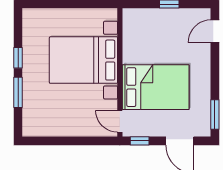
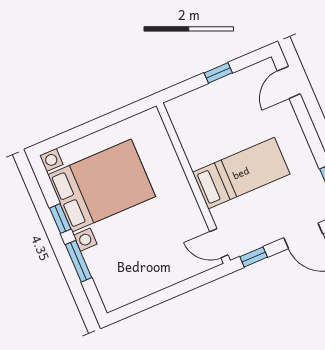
bed with nightstands: (83, 60) -> (102, 186), moved, turned 180
bed: (156, 87) -> (241, 173), width x0.67

